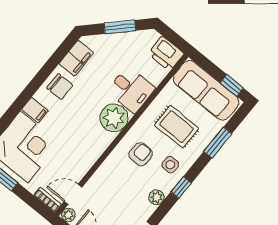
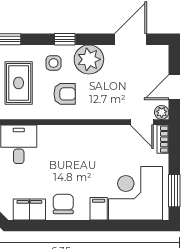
plant: (114, 118) -> (53, 139), removed
armchair: (141, 154) -> (65, 94), turned 180
plant: (157, 197) -> (89, 59), width x1.87, depth x1.87

